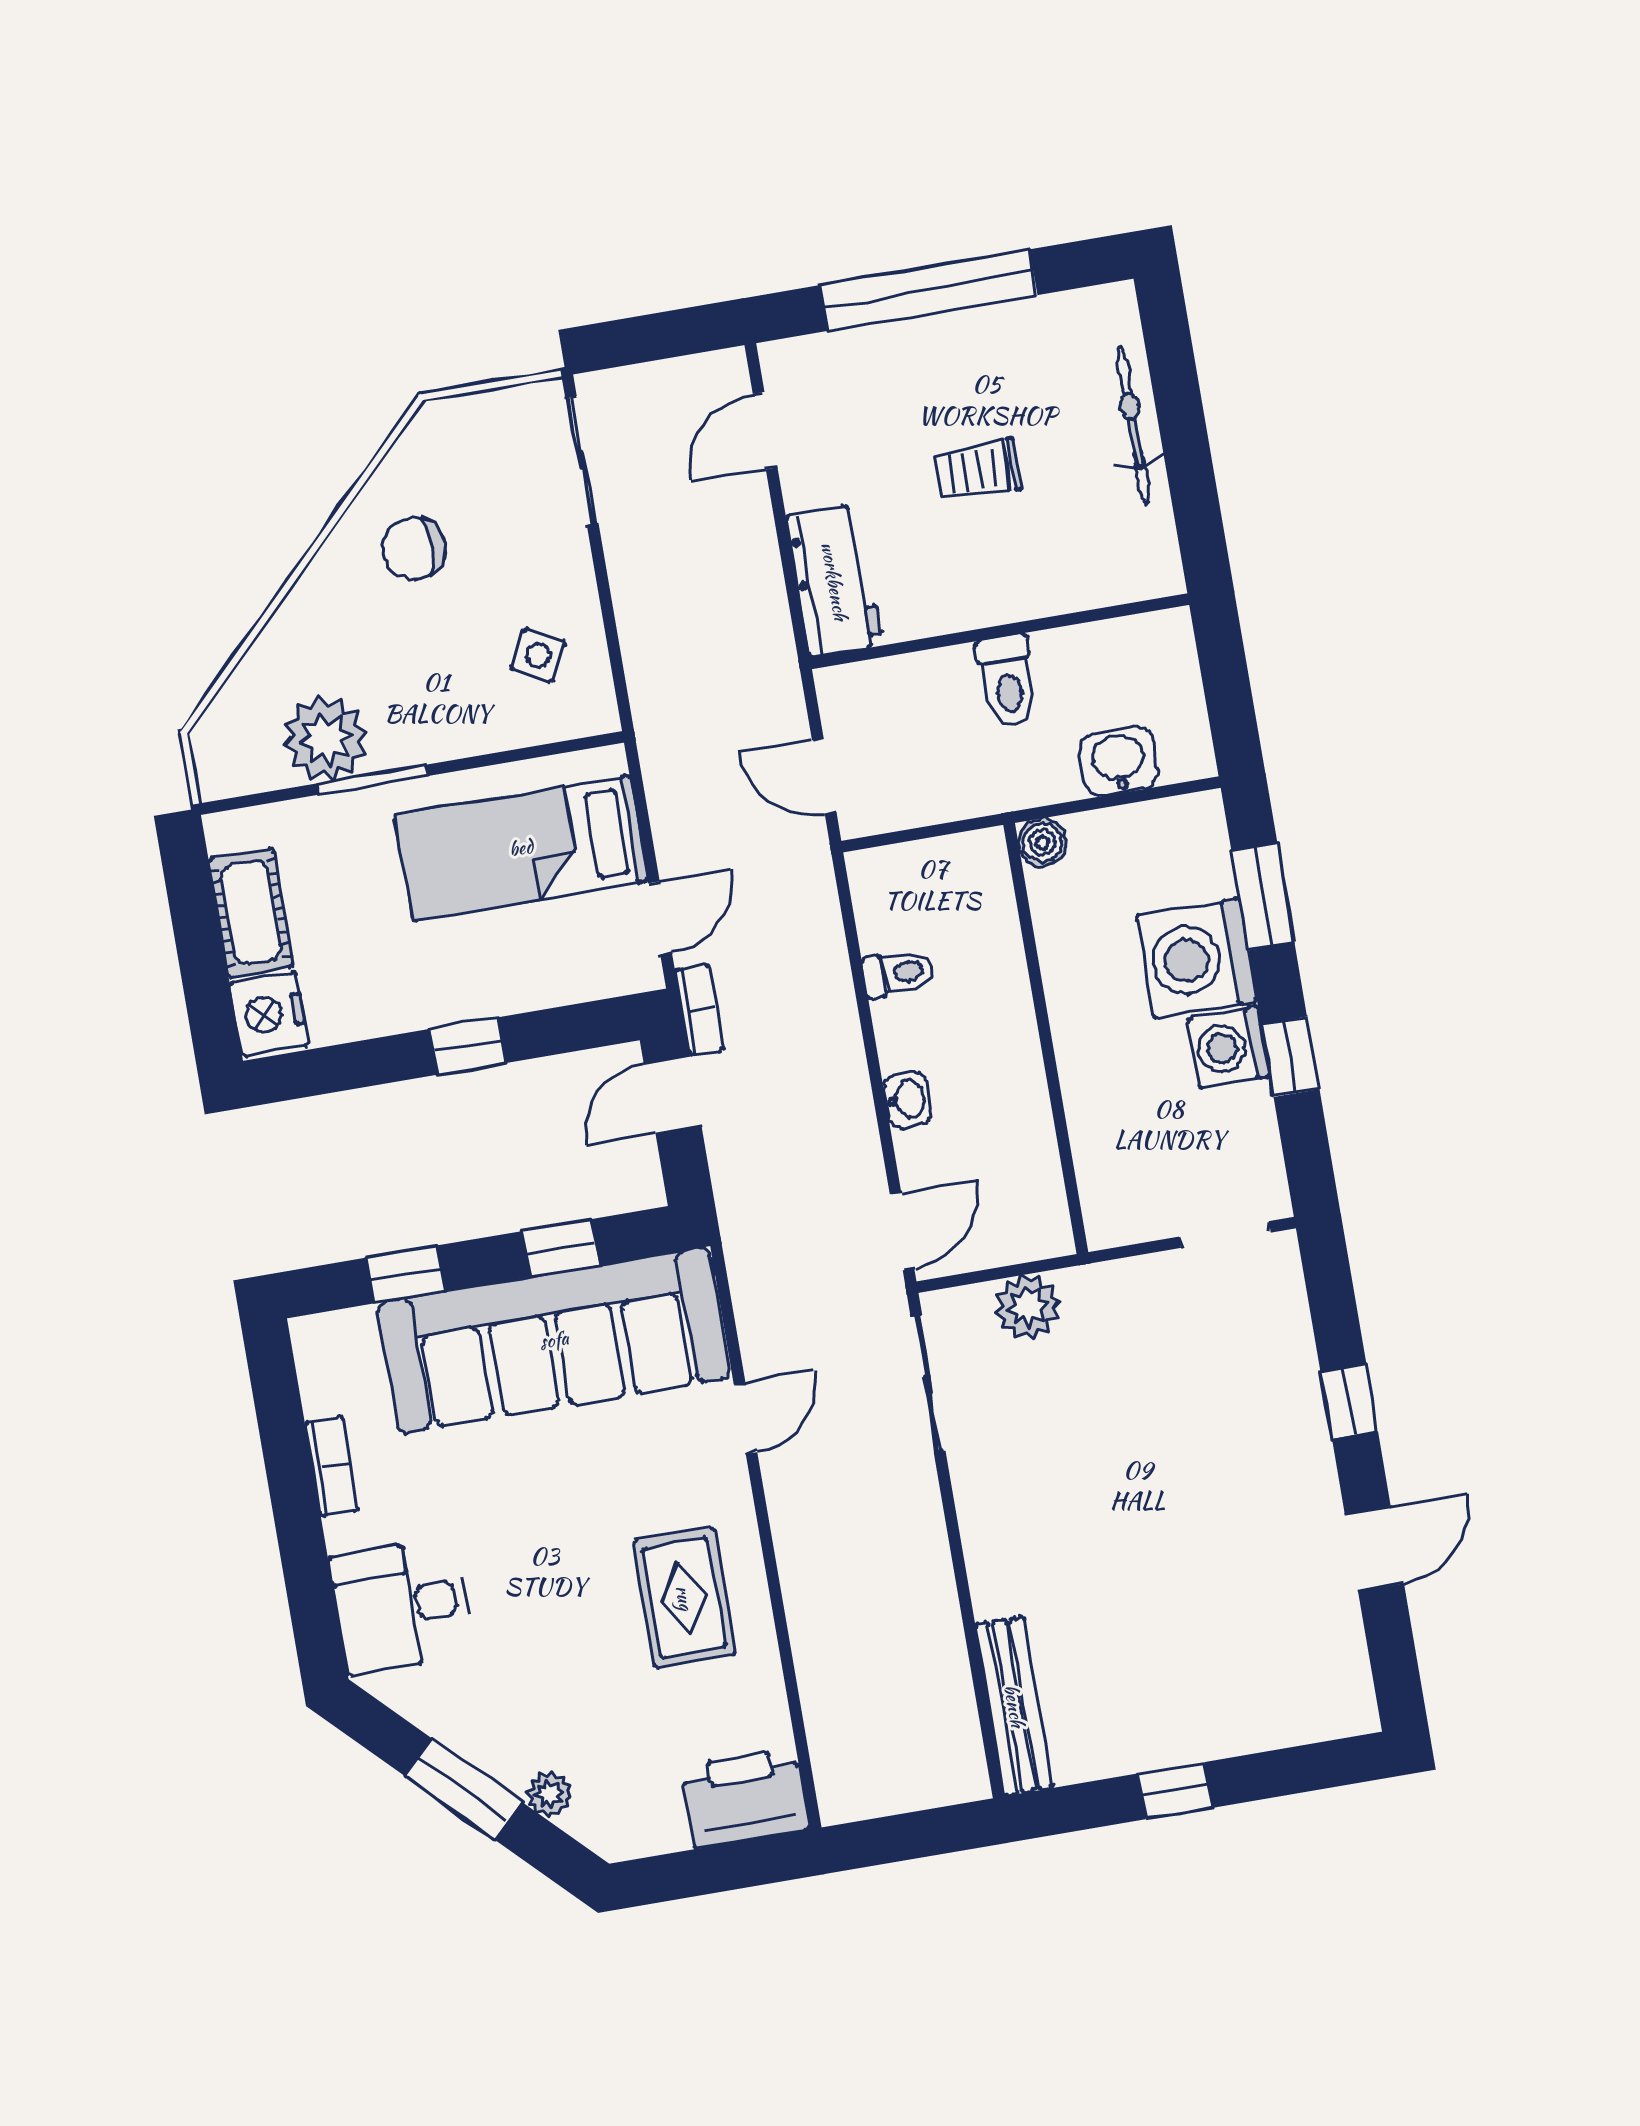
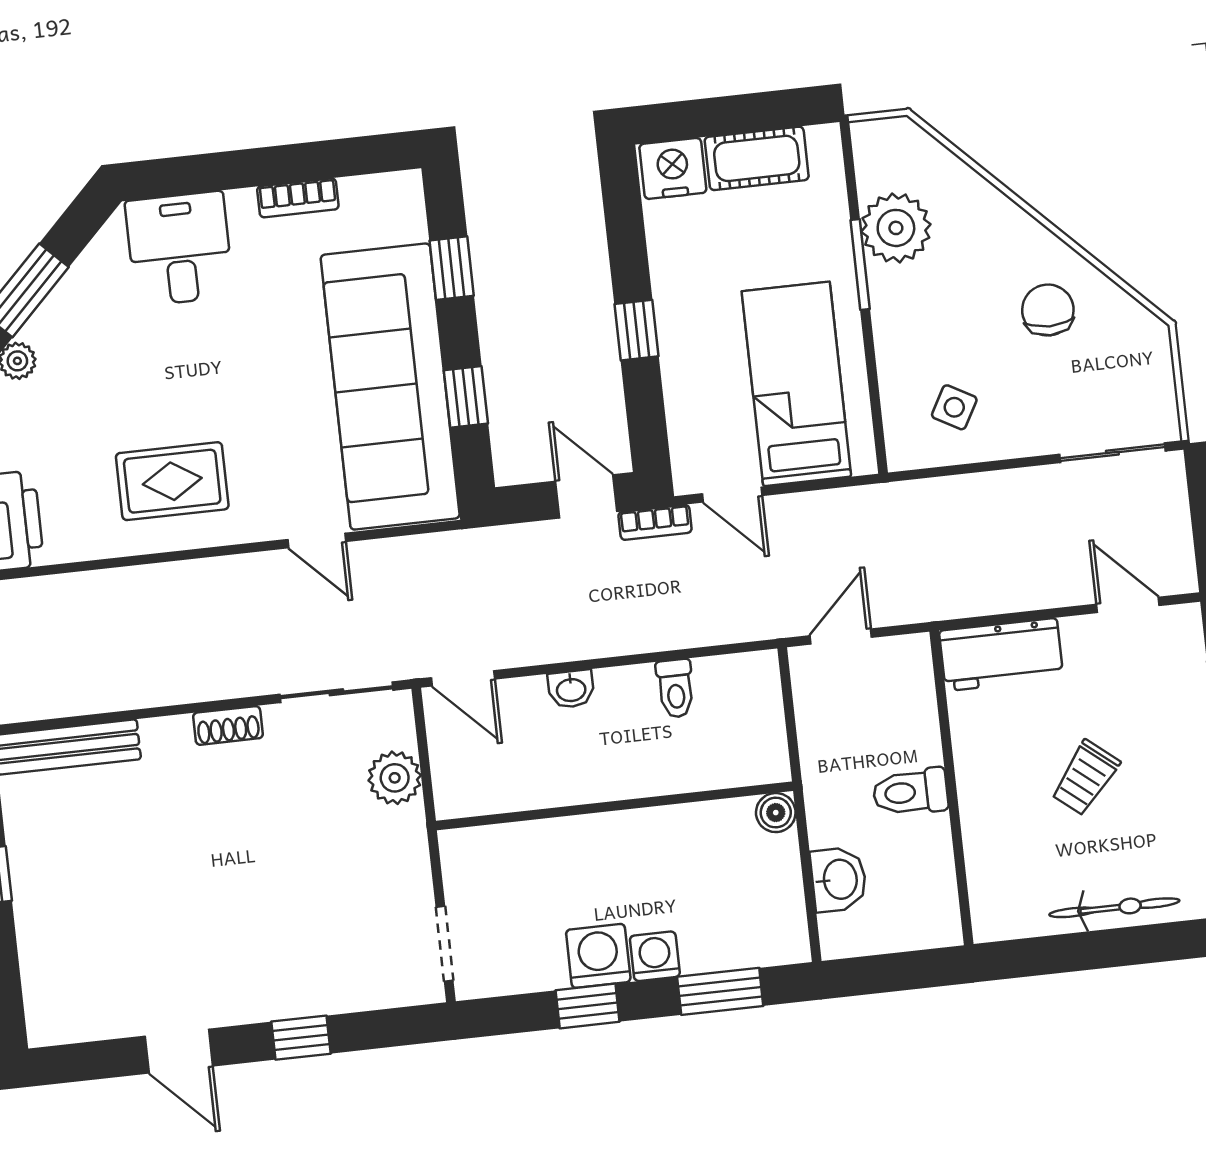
trolley: (978, 470) -> (1085, 778), turned -141
washing machine: (1197, 958) -> (655, 956), width x0.53, depth x0.53
shoe rack: (976, 1513) -> (228, 725), added

